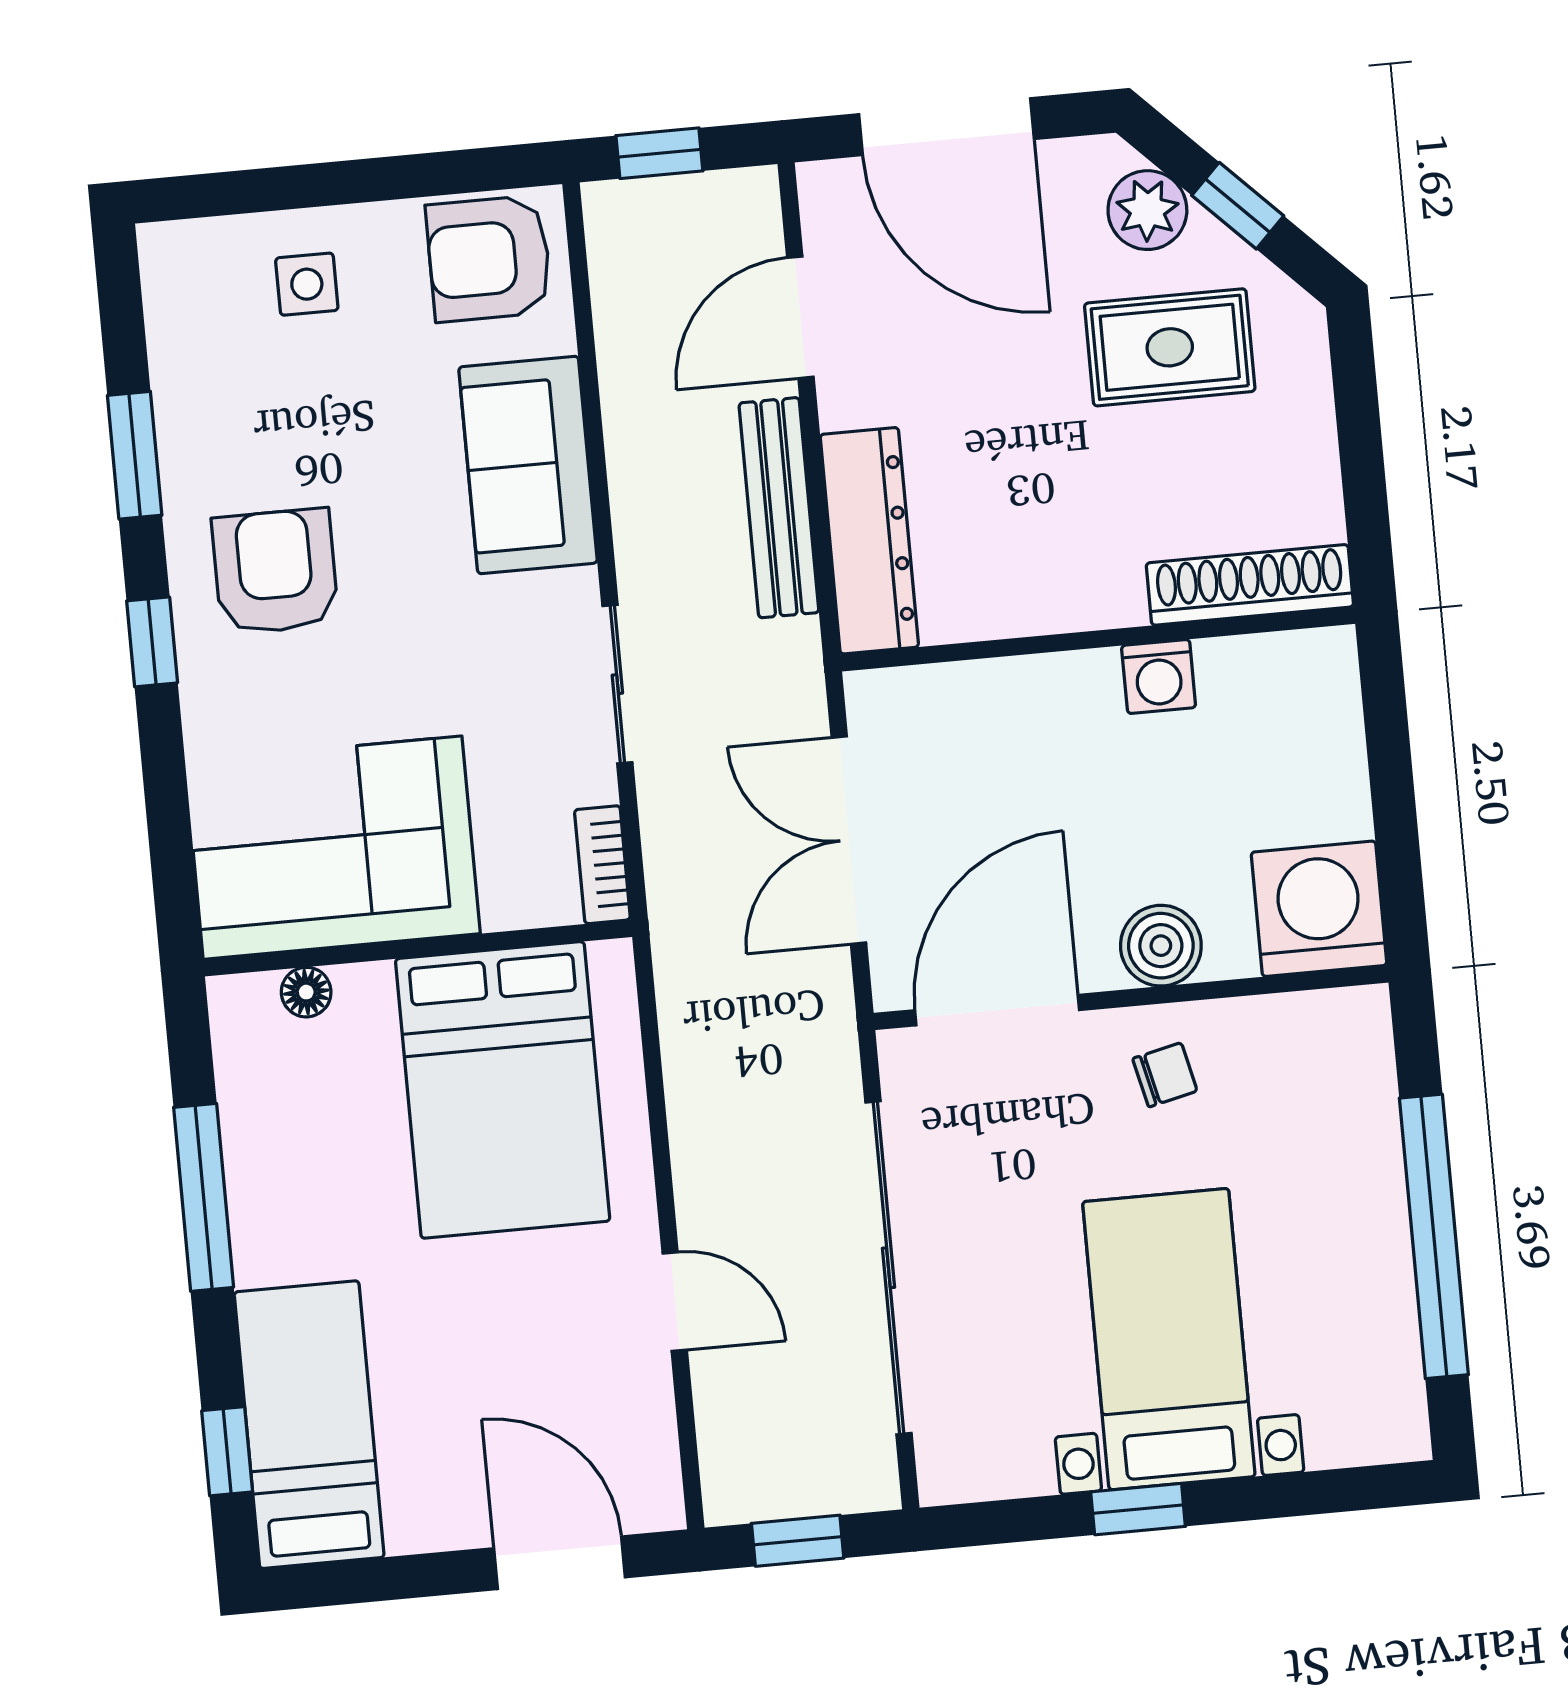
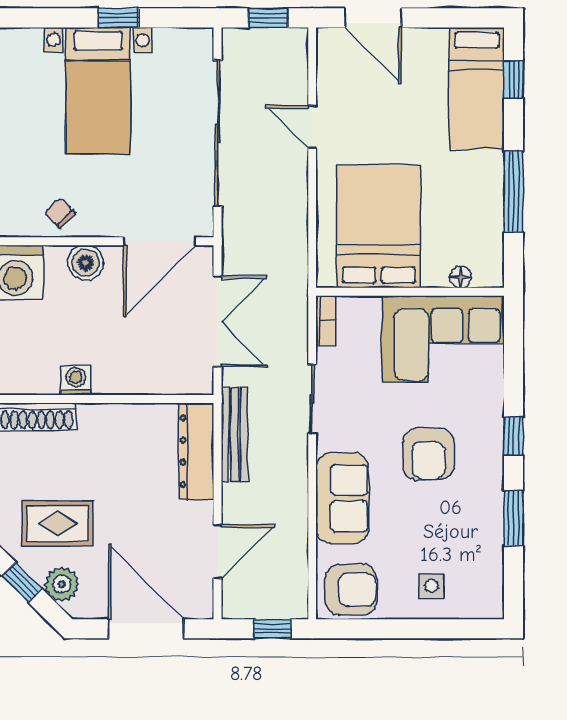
bench: (779, 508) -> (235, 434), moved
armchair: (275, 571) -> (428, 454), moved
chair: (1165, 1075) -> (60, 213), moved, turned 58

